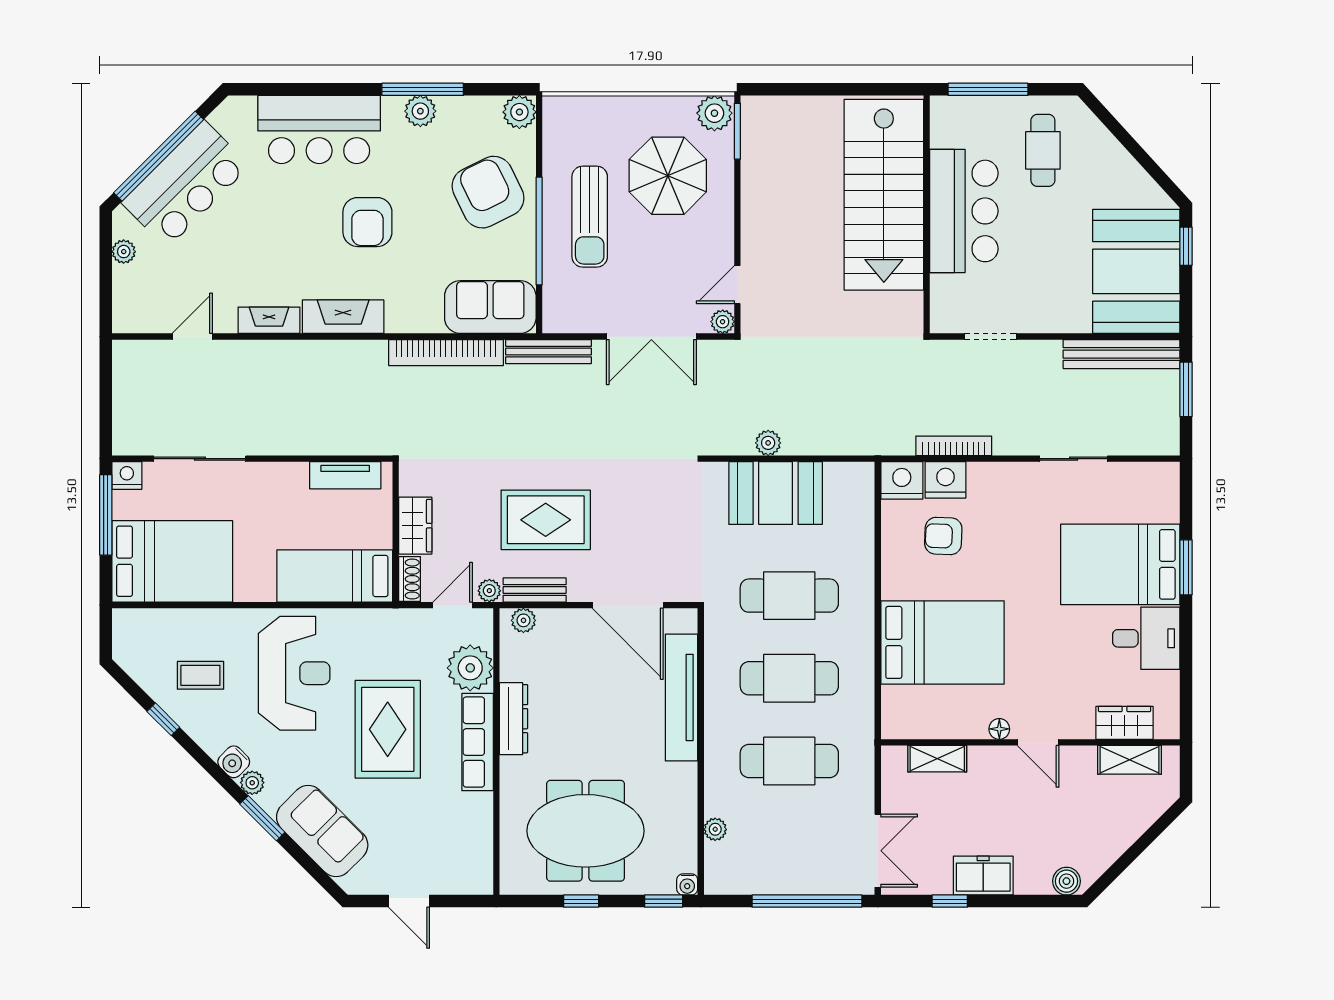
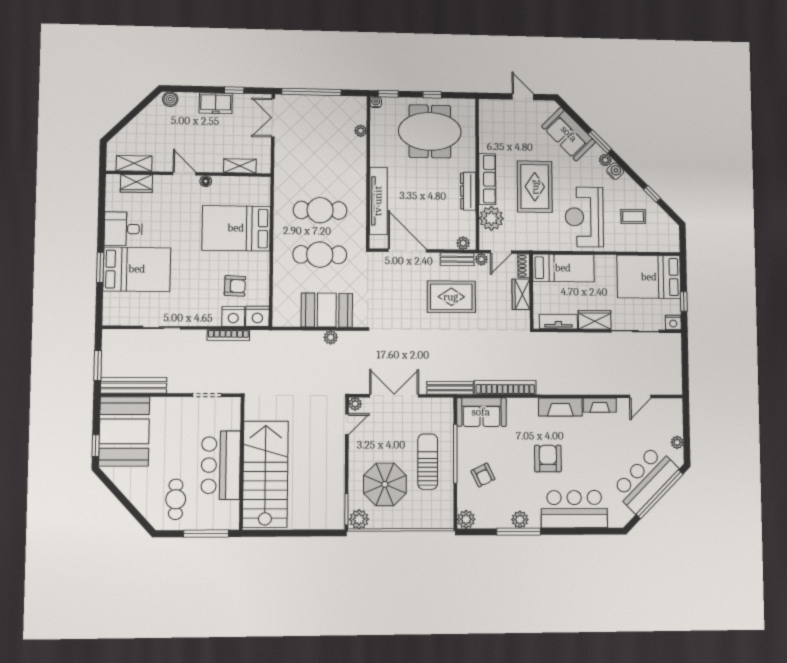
armchair: (488, 192) -> (483, 475), width x0.53, depth x0.53
wardrobe: (277, 479) -> (595, 320), added
window: (106, 515) -> (684, 302), width x0.46
cafe table: (789, 761) -> (320, 166), removed

